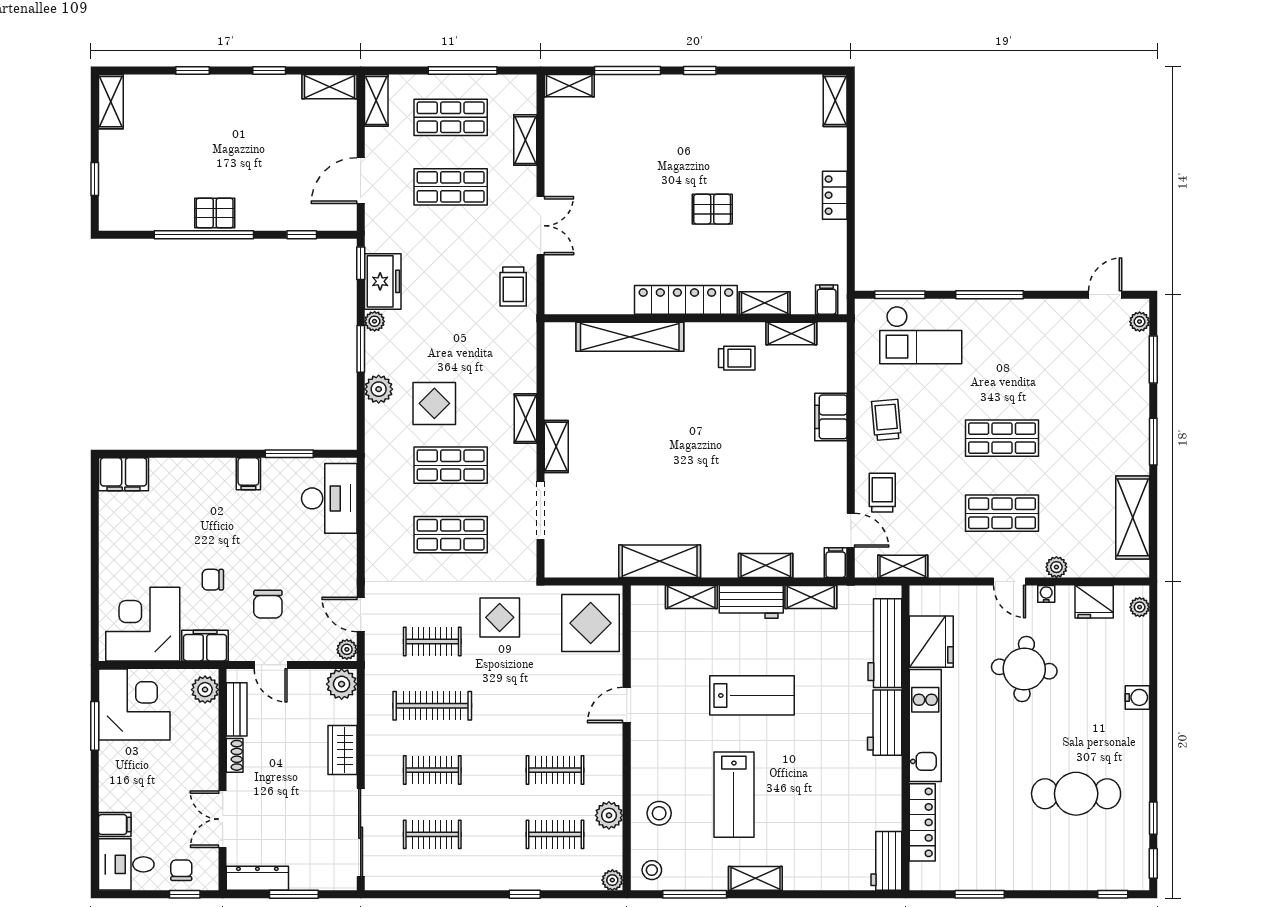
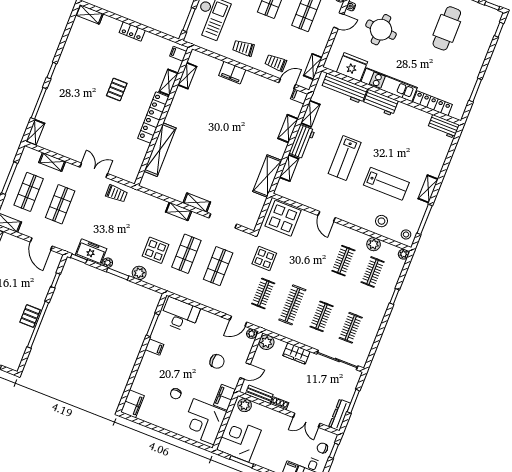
trolley: (737, 358) -> (189, 105), removed
chair: (213, 580) -> (176, 394), moved
lab bench: (752, 695) -> (345, 158), turned 180

